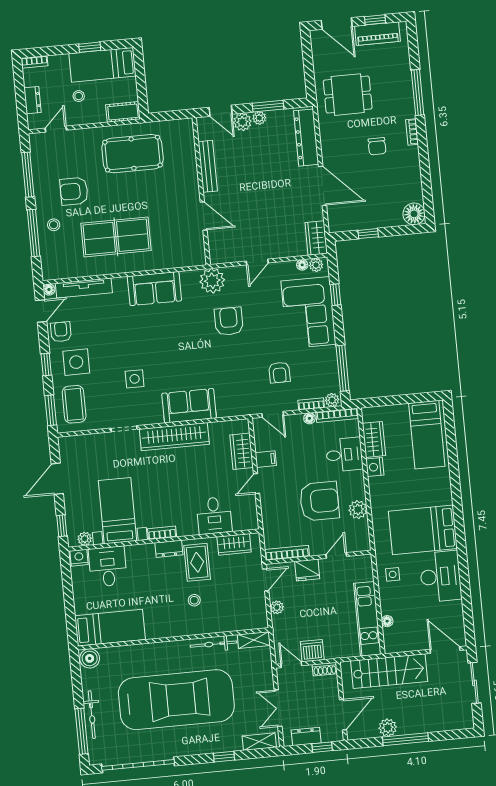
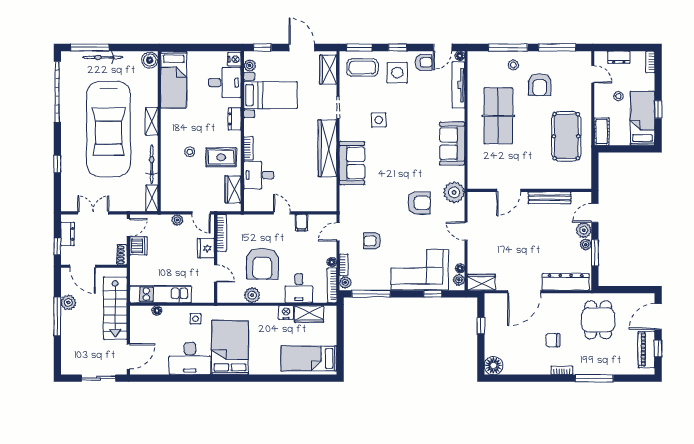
armchair: (74, 191) -> (540, 84), turned 180
door: (41, 311) -> (443, 48), hinge flipped
wardrobe: (241, 451) -> (328, 70), moved, turned -90
bookcase: (162, 533) -> (248, 148), moved
dresser: (169, 549) -> (235, 119), moved
shelving: (259, 742) -> (152, 121), moved

